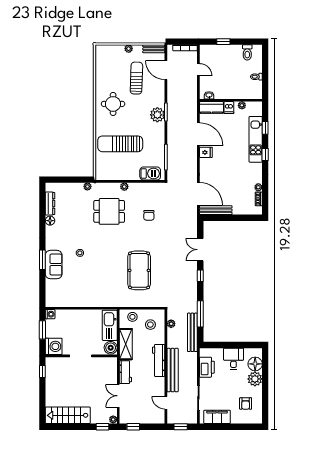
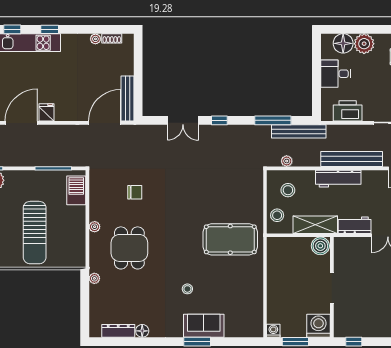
pool table: (139, 270) -> (230, 239), moved
kitchen sink: (110, 325) -> (289, 247), removed

